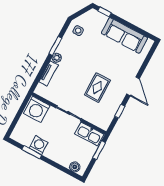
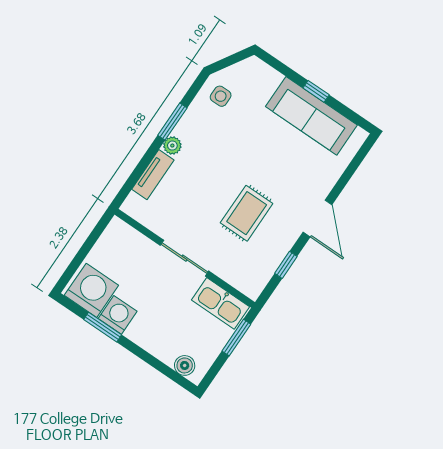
window: (105, 12) -> (316, 91), moved
washing machine: (37, 109) -> (91, 290), moved, turned 180

